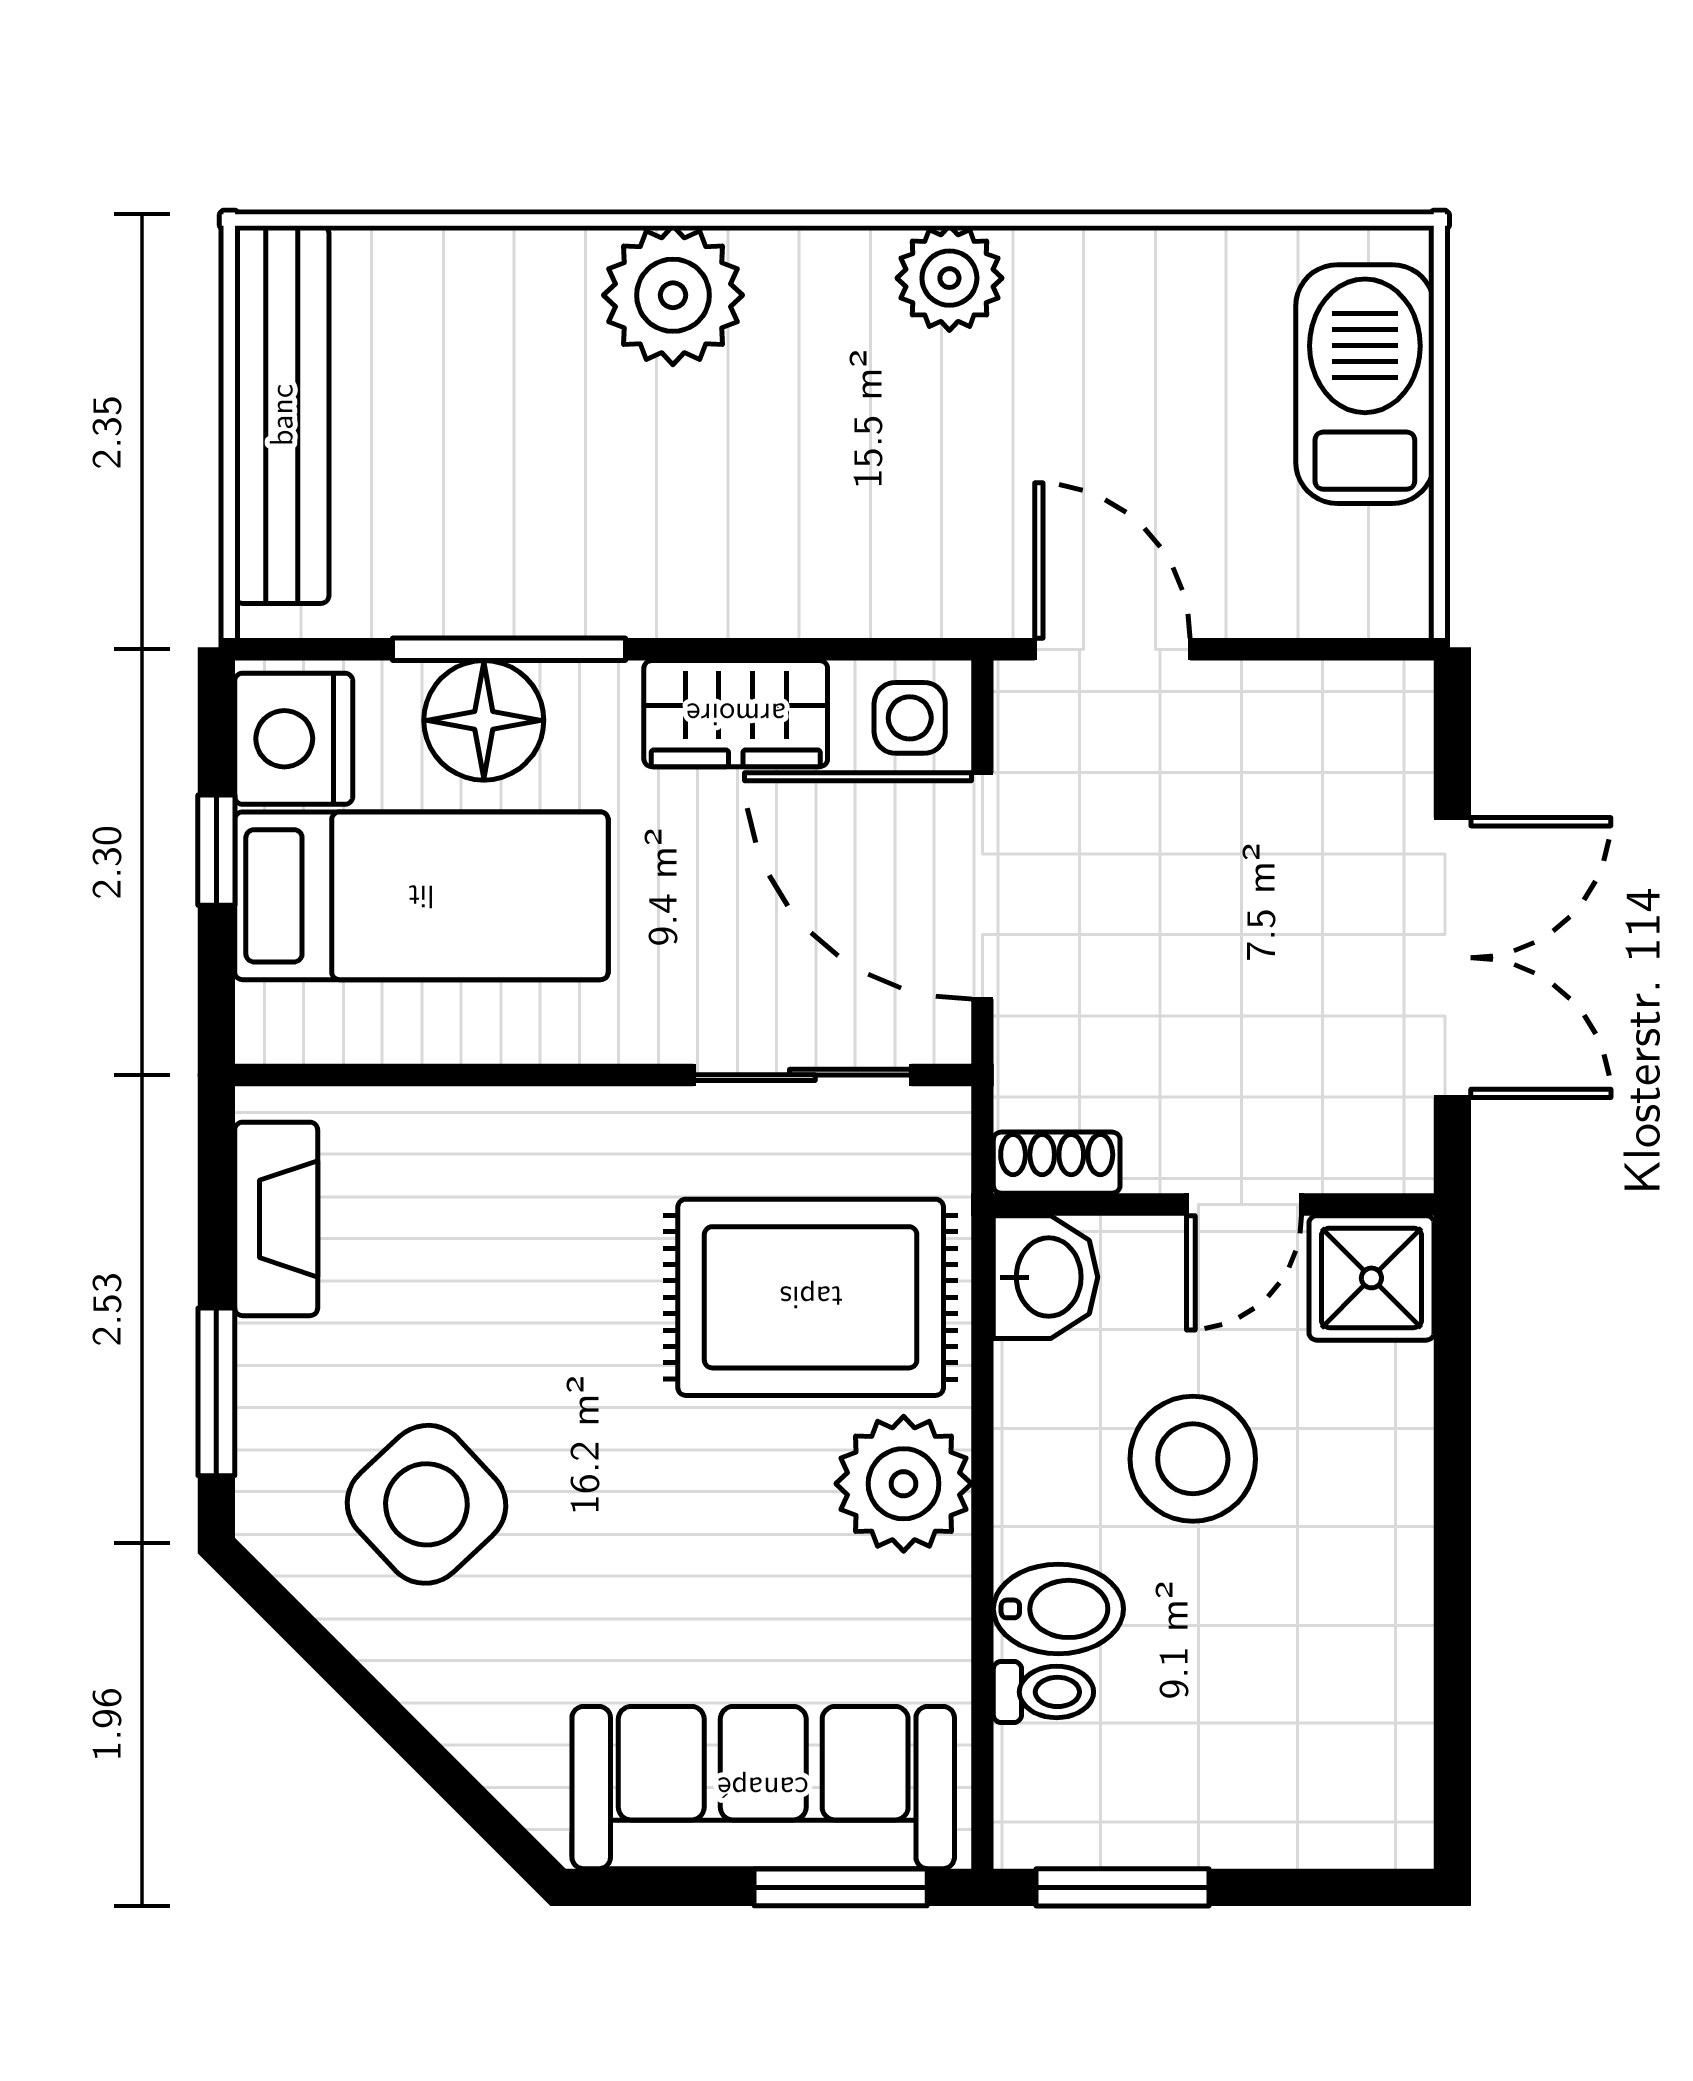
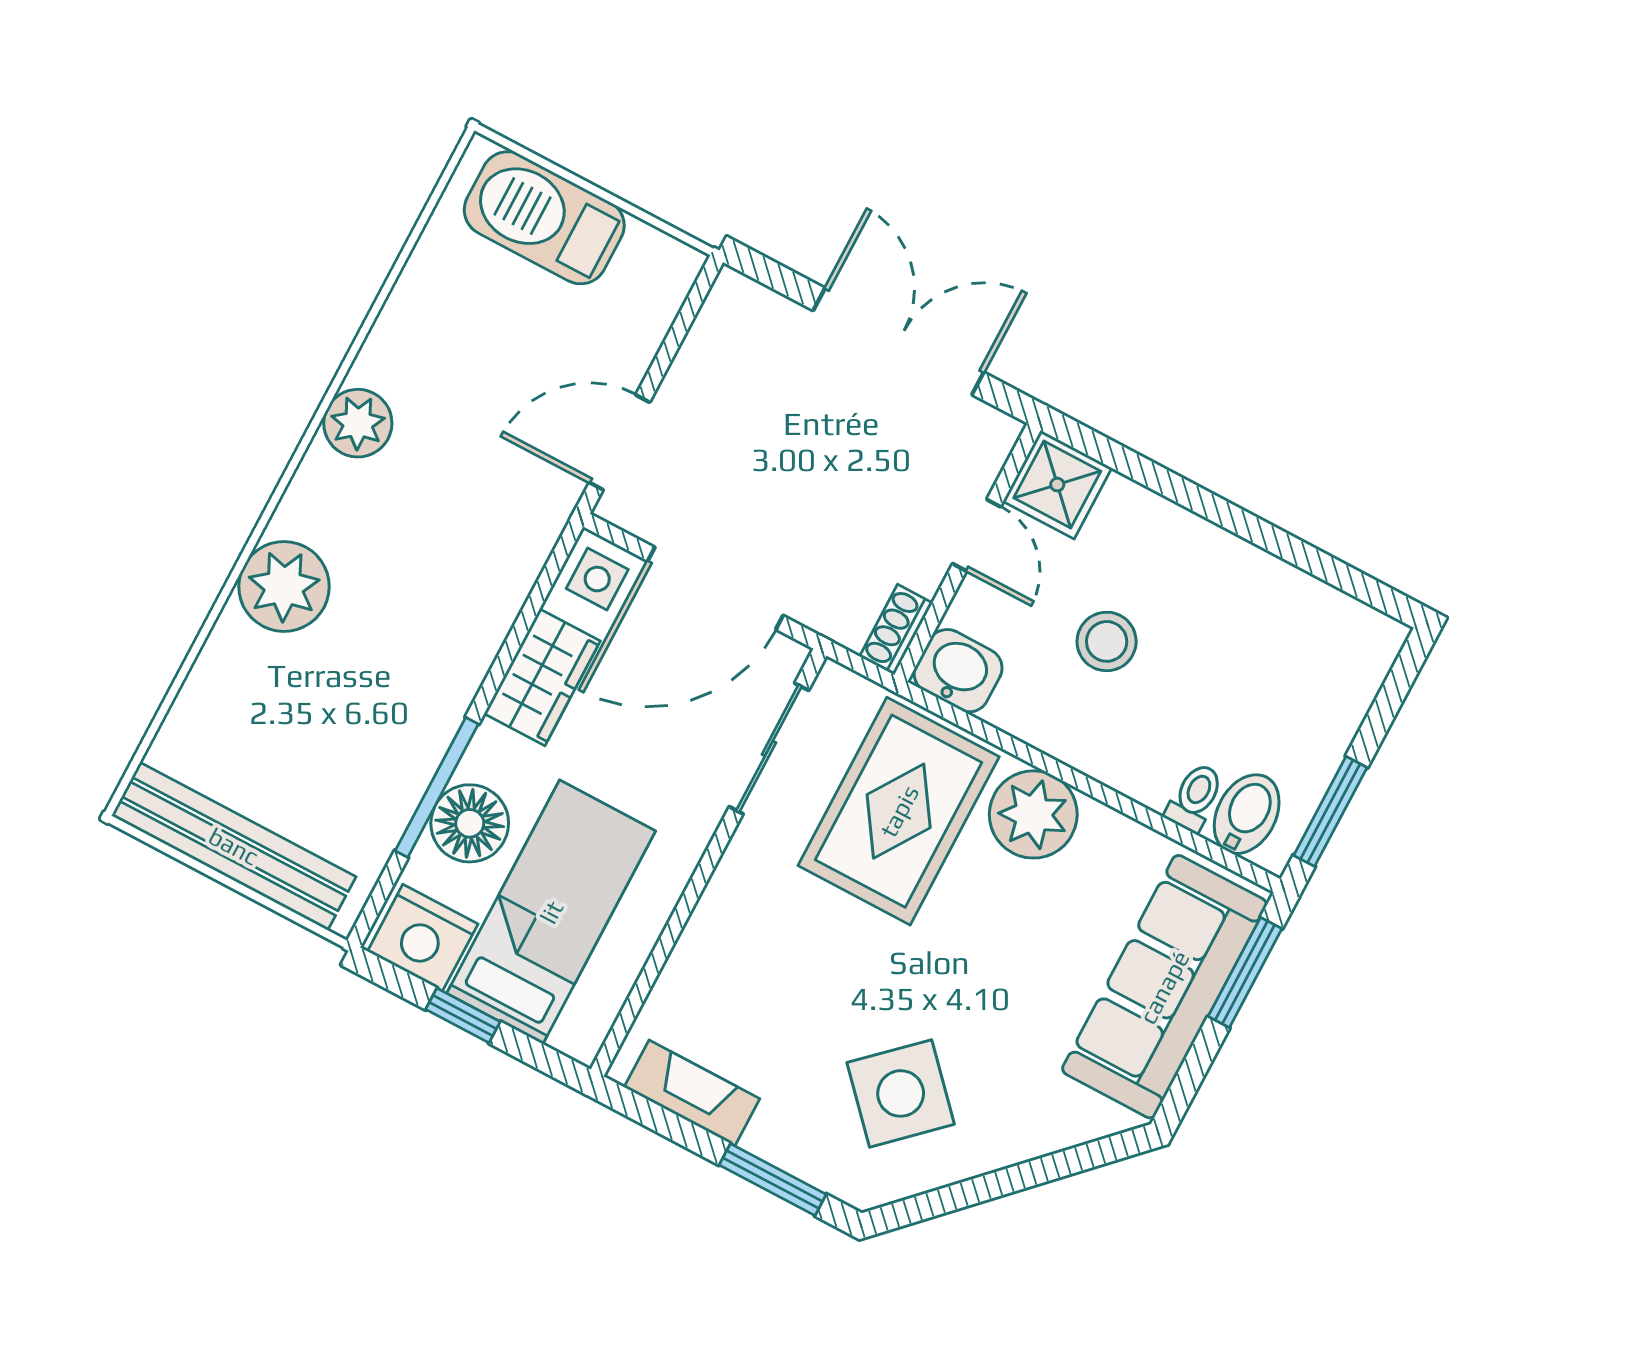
stool: (1193, 1459) -> (1107, 641), width x0.73, depth x0.73
bidet: (1058, 1609) -> (1247, 814), moved

